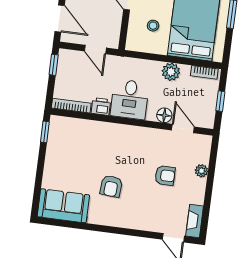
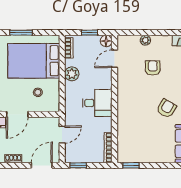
printer: (101, 106) -> (106, 125), removed
floor lamp: (164, 115) -> (106, 41), moved
armchair: (111, 186) -> (166, 109), turned -63

